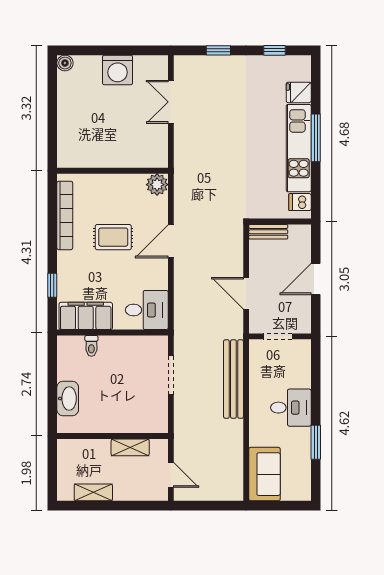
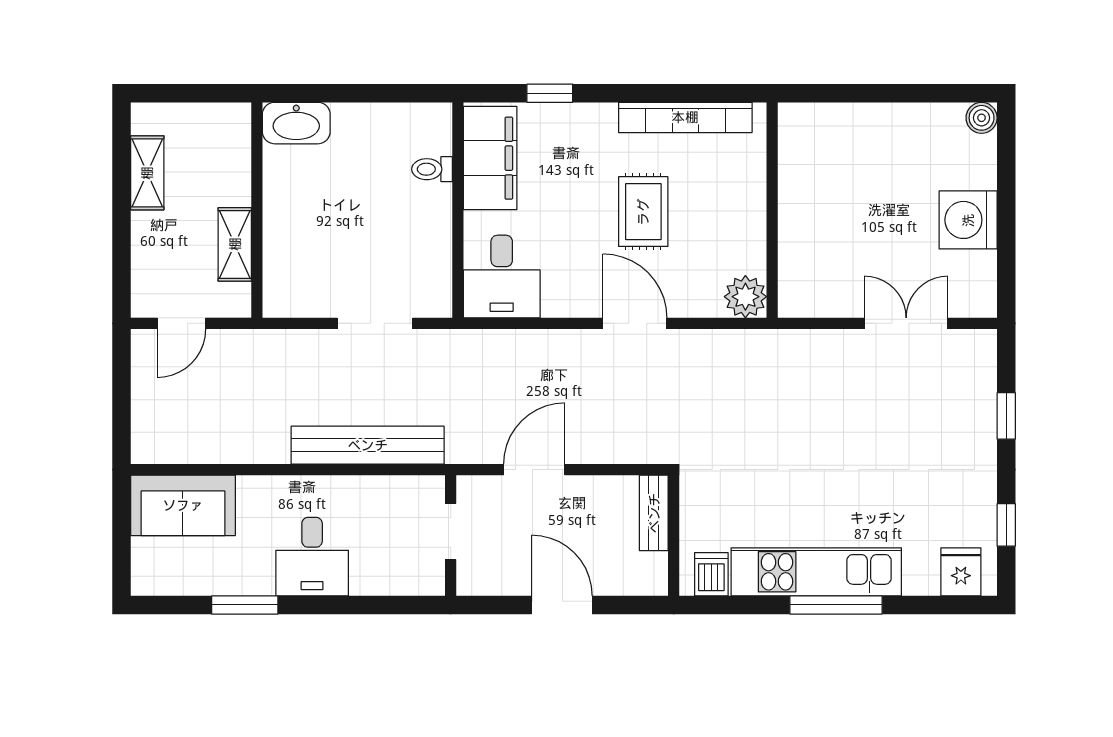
fridge: (299, 92) -> (961, 572), moved
washbasin: (68, 398) -> (296, 123), moved

